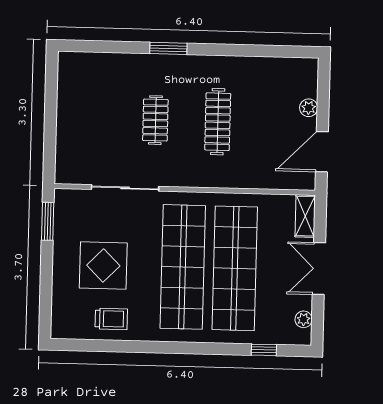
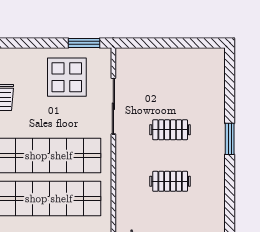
clothes rail: (218, 122) -> (170, 181), width x0.73
display table: (103, 265) -> (67, 77), moved

